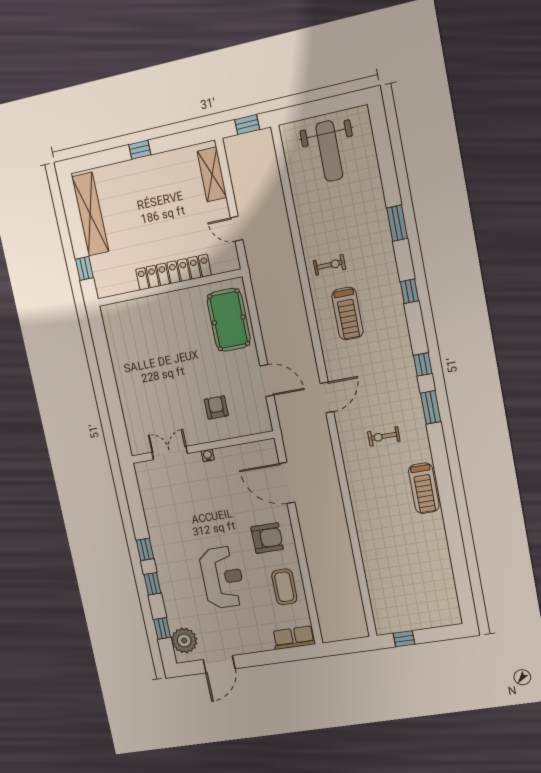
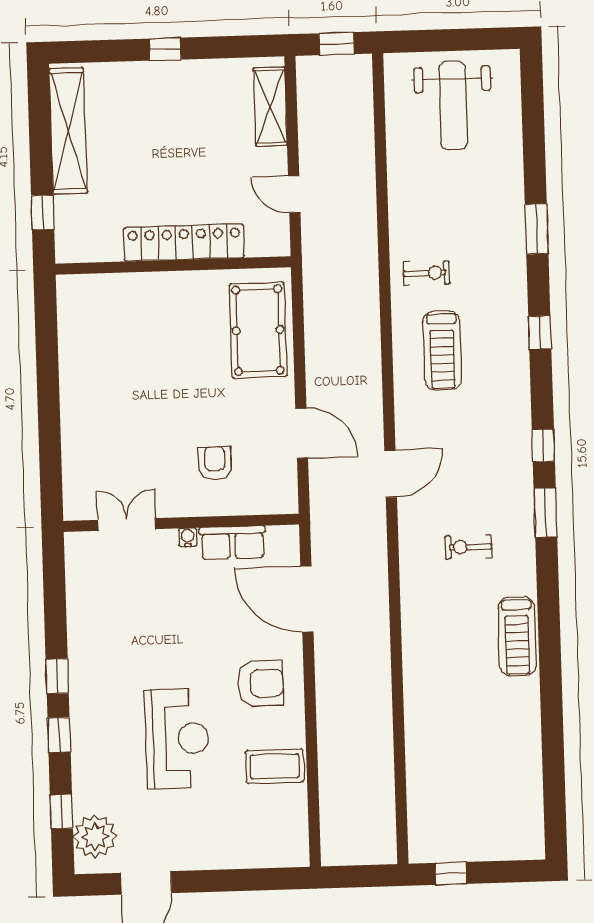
coffee table: (284, 587) -> (275, 766), turned 90
row of seats: (294, 638) -> (232, 543), moved, turned 180

